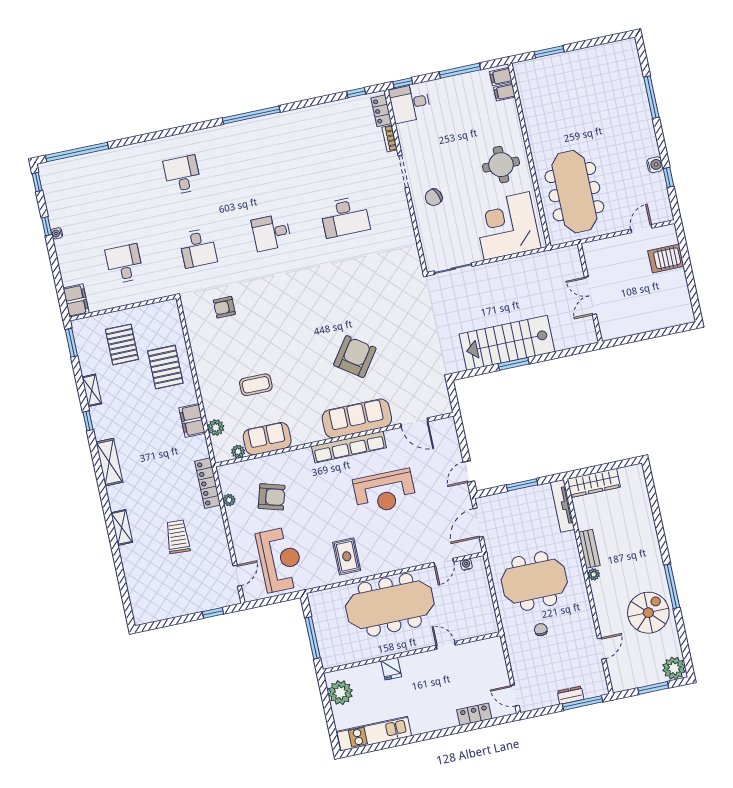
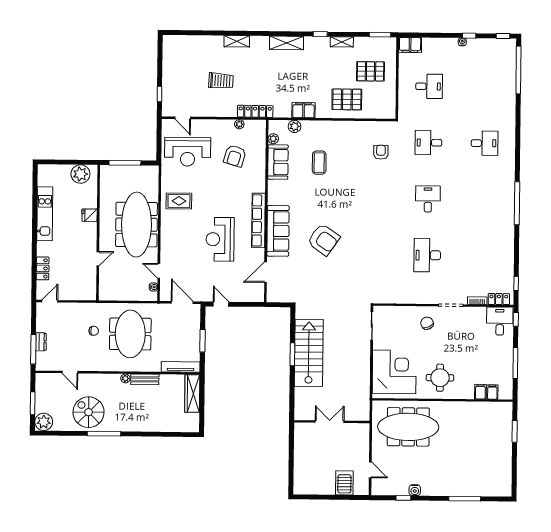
filing cabinet: (501, 77) -> (480, 392), moved
spiral stairs: (648, 613) -> (89, 412), turned 180
kitchen unit: (374, 734) -> (45, 214), moved

